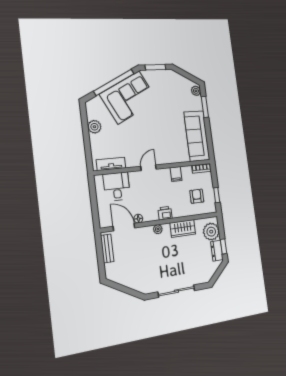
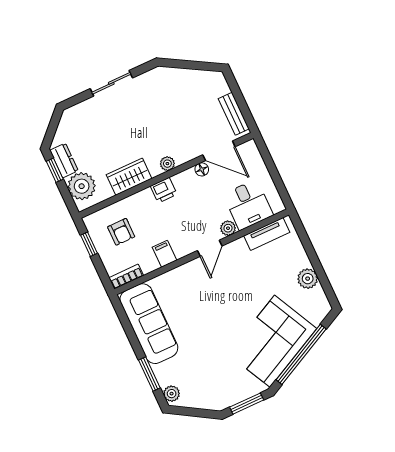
plant: (134, 176) -> (228, 228), added
sliding door: (176, 291) -> (111, 83), width x0.73

